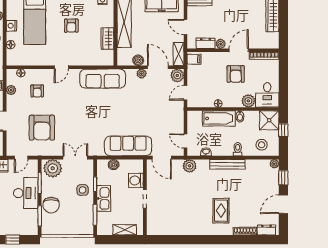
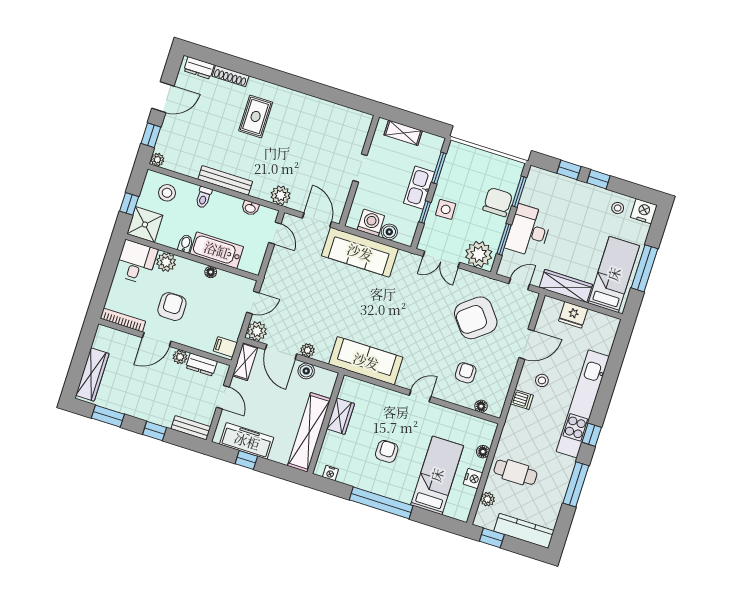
plant: (11, 90) -> (503, 386), removed
armchair: (42, 128) -> (476, 318), turned -128
washing machine: (136, 180) -> (371, 223), moved, turned -90

